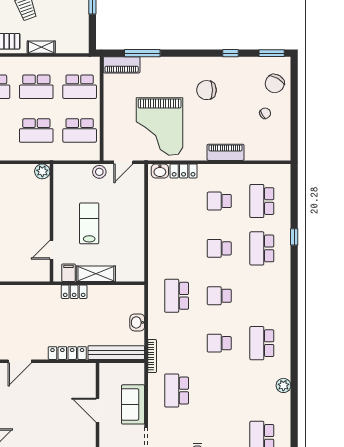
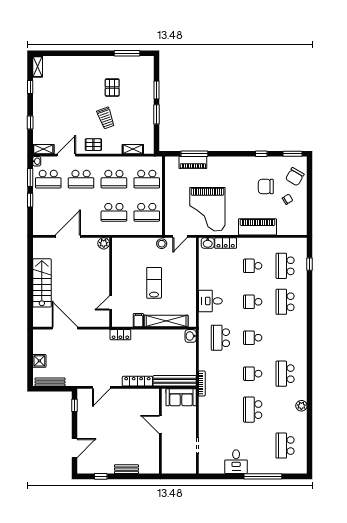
shelving: (41, 47) -> (133, 149), moved
piano: (122, 65) -> (193, 163), moved
chair: (206, 90) -> (266, 186), moved
piano: (226, 152) -> (257, 227), width x1.37, depth x1.33
plant: (42, 171) -> (104, 243), moved
wall: (52, 223) -> (111, 282), moved
window: (294, 237) -> (310, 264), moved
desk: (163, 247) -> (210, 301), added
door: (52, 250) -> (111, 303), moved
shelving: (96, 274) -> (166, 321), width x1.47
locker: (74, 292) -> (120, 335), moved
washbasin: (137, 322) -> (191, 336), moved
school desk: (177, 391) -> (253, 410), moved
sofa: (133, 404) -> (181, 397), moved, turned -90

